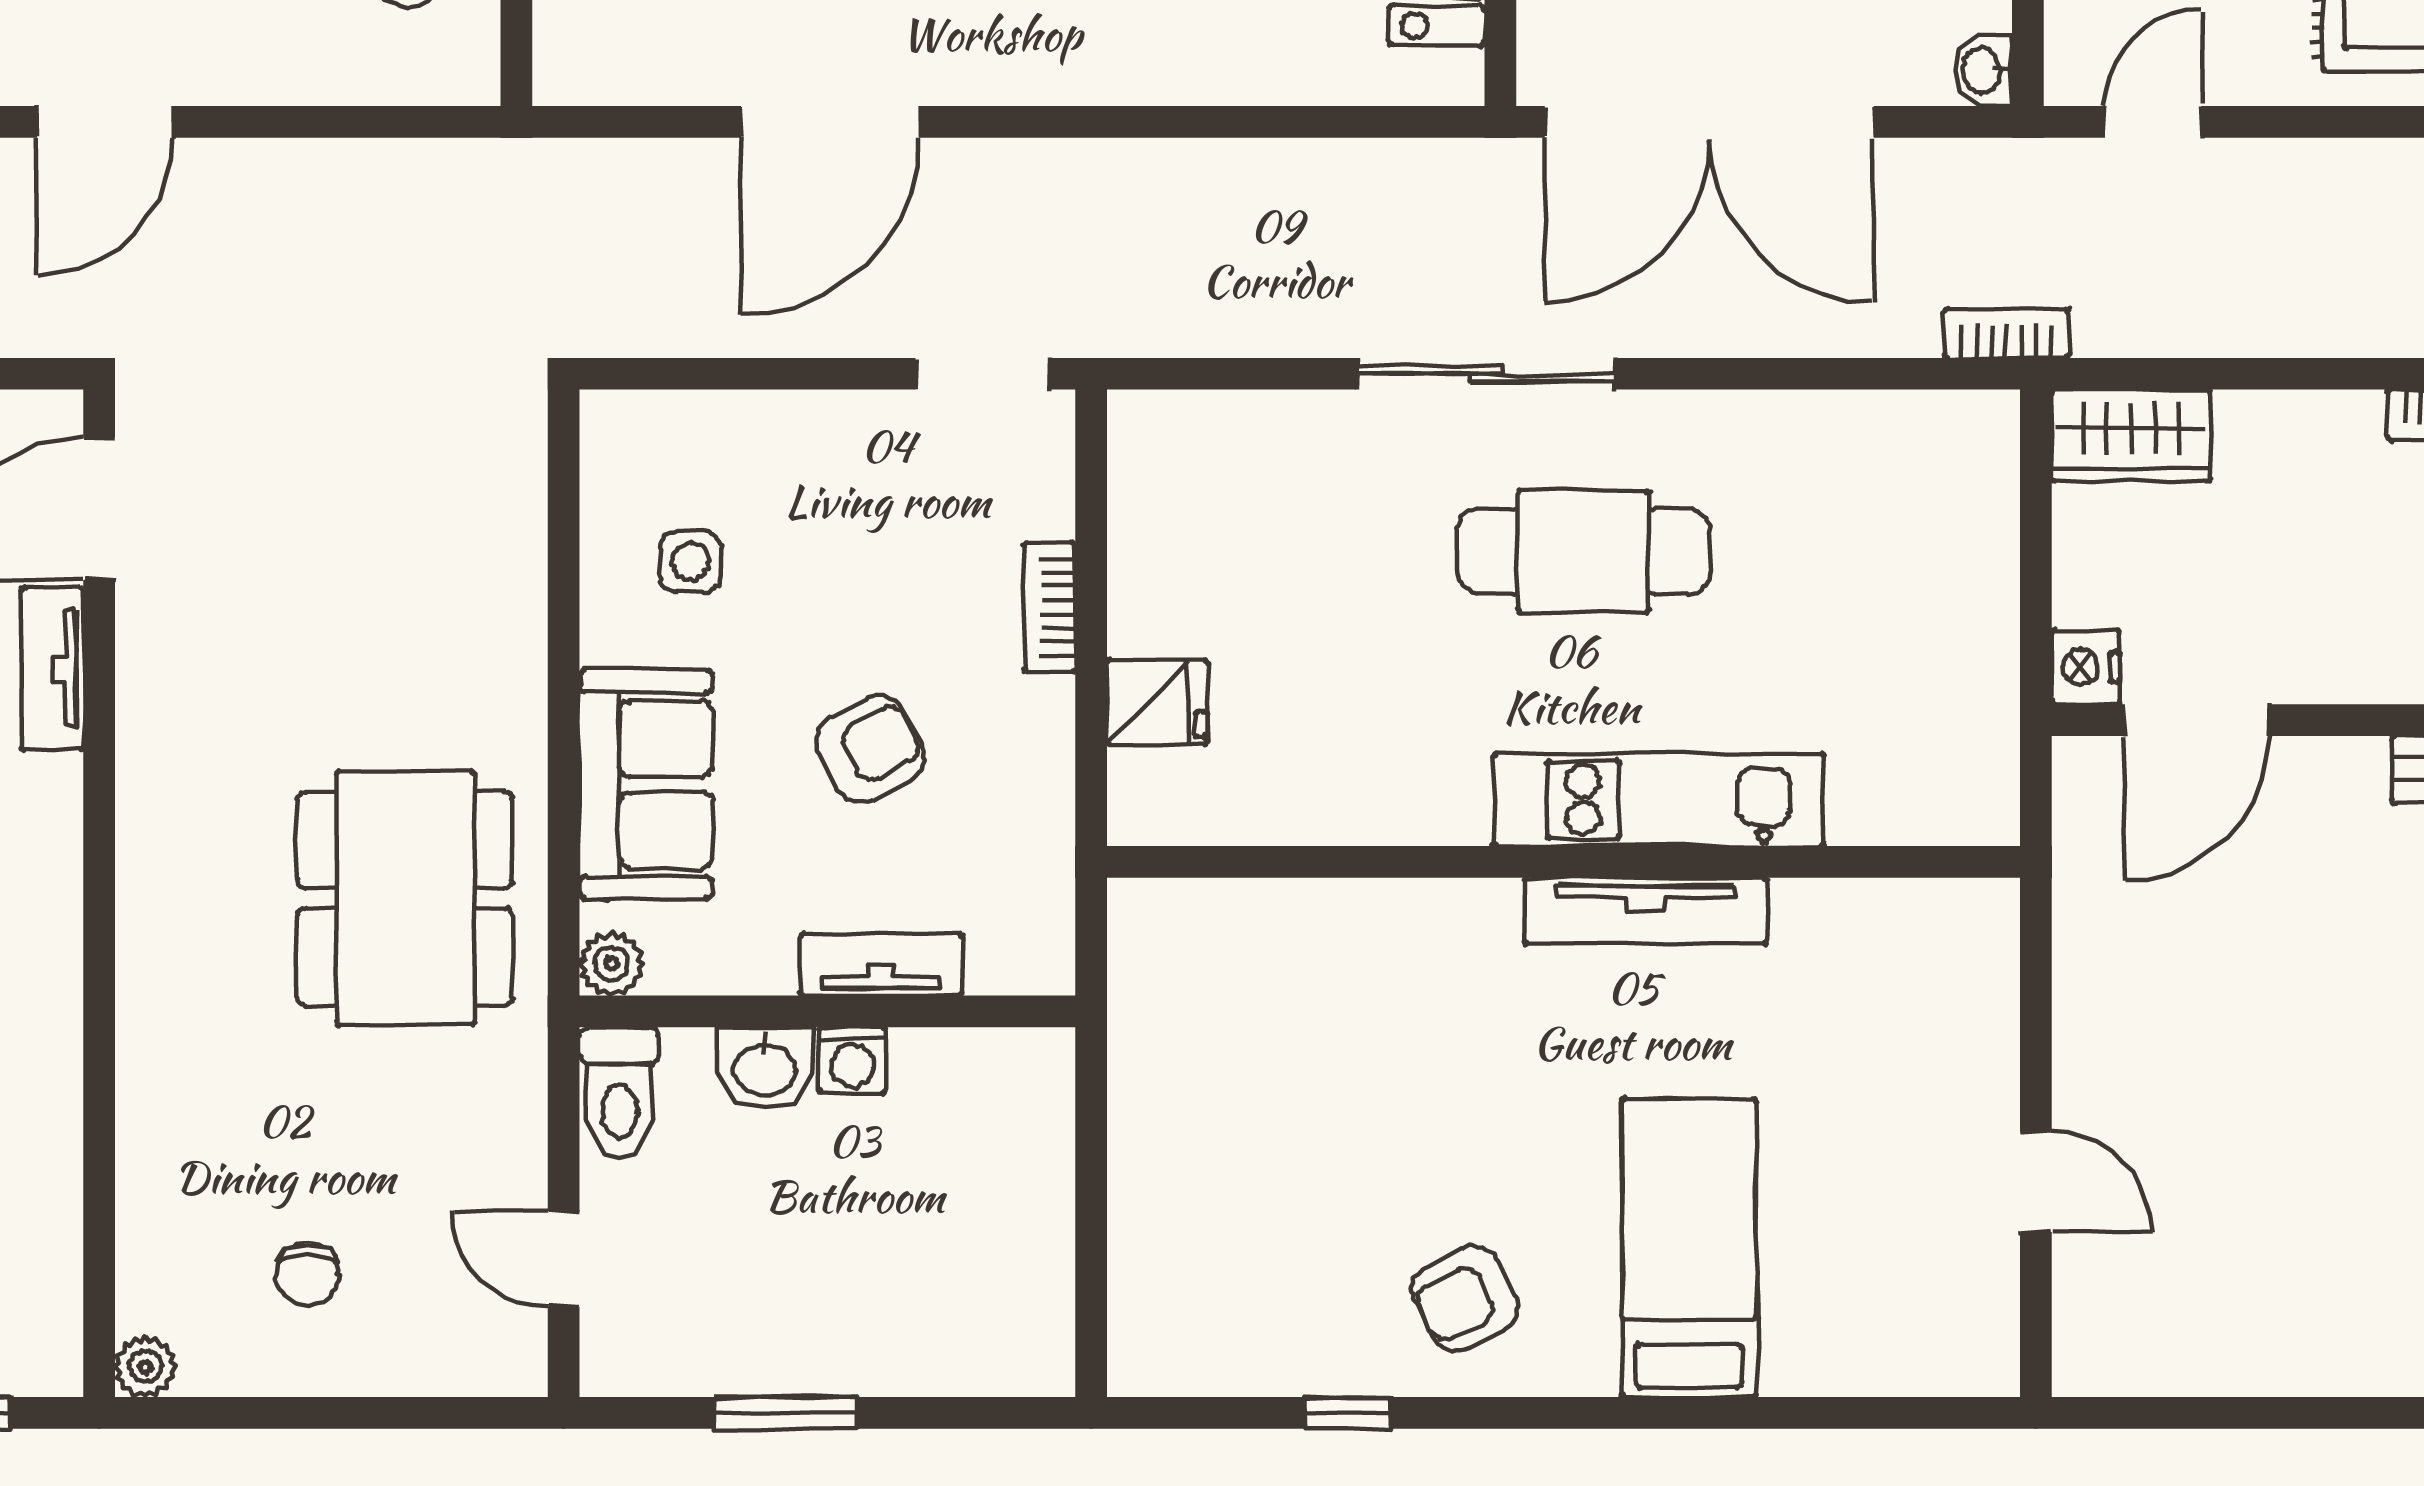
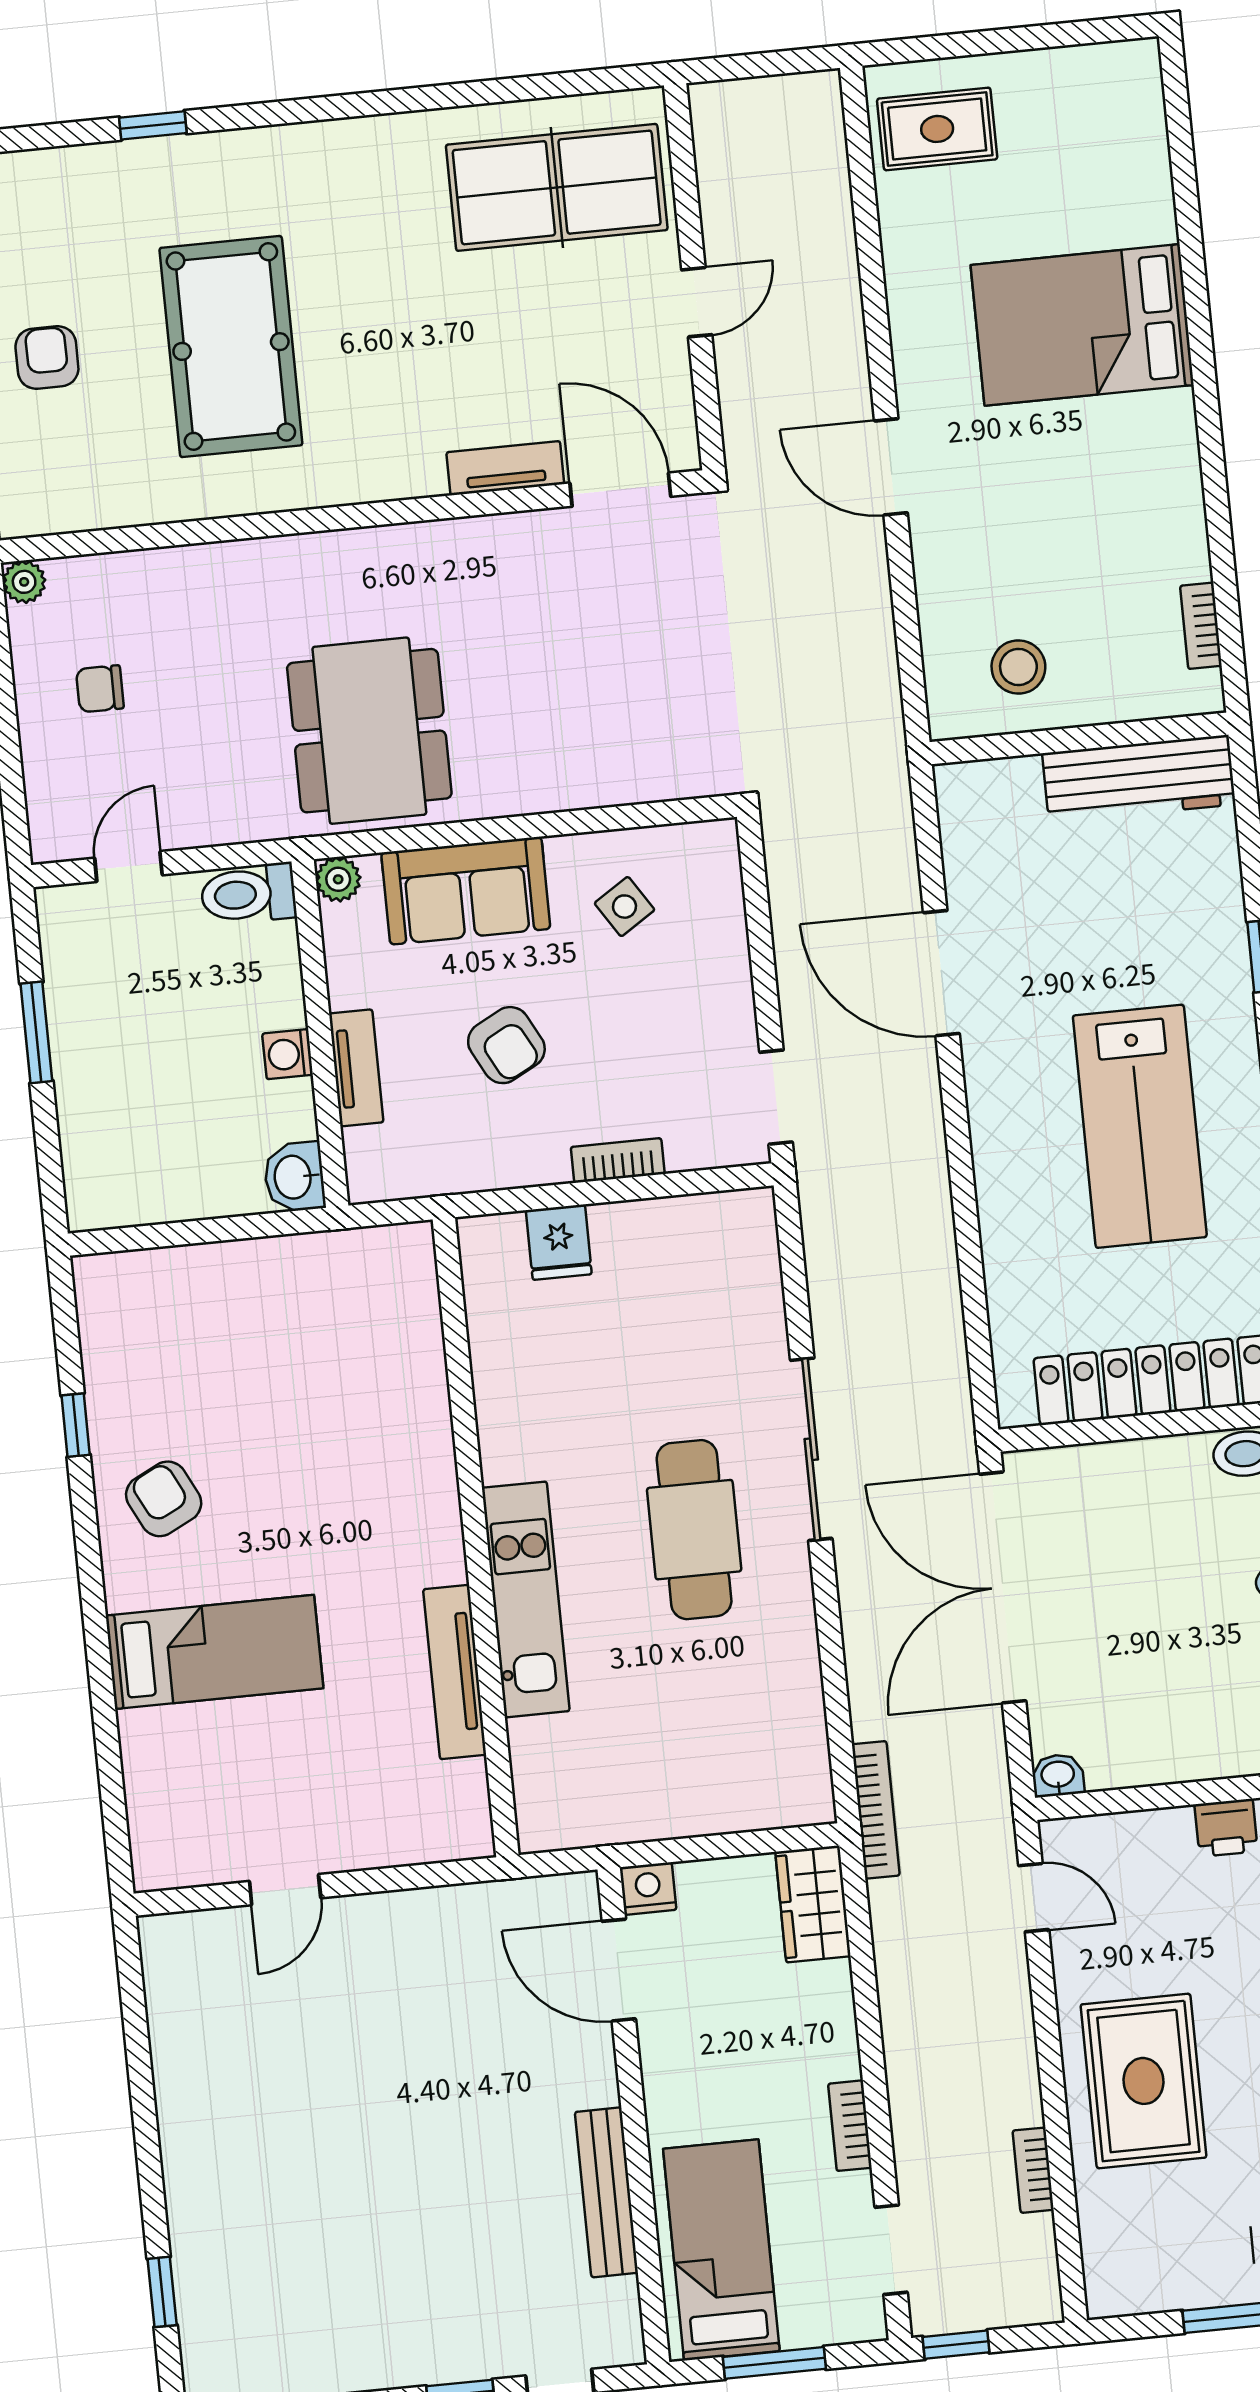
bookcase: (2006, 333) -> (876, 1810), width x1.56
side table: (691, 562) -> (625, 907), turned -33
dining table: (405, 898) -> (369, 731), turned 90
tv unit: (1646, 911) -> (455, 1672), moved
washbasin: (765, 1068) -> (294, 1177), moved

